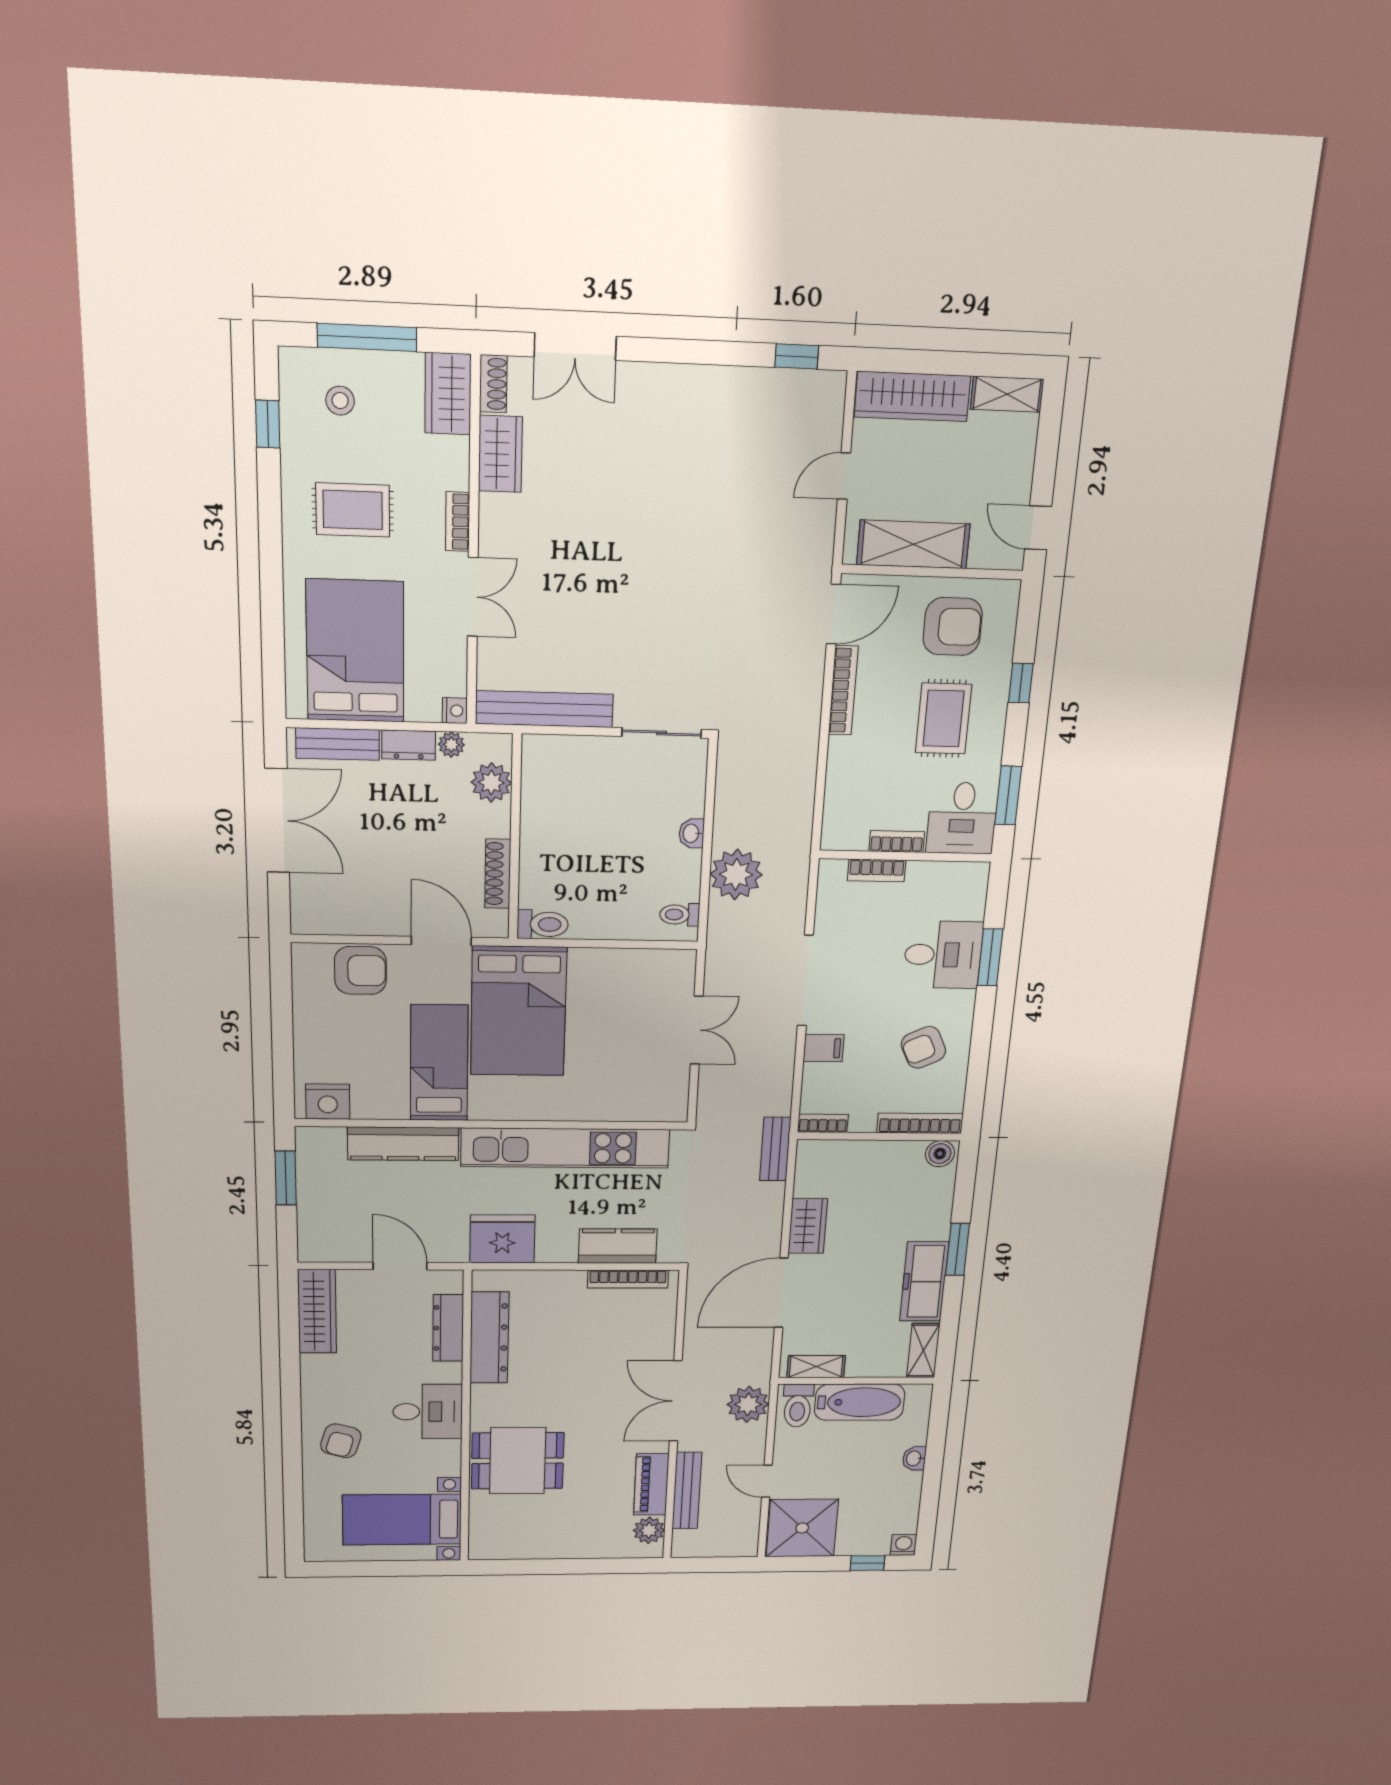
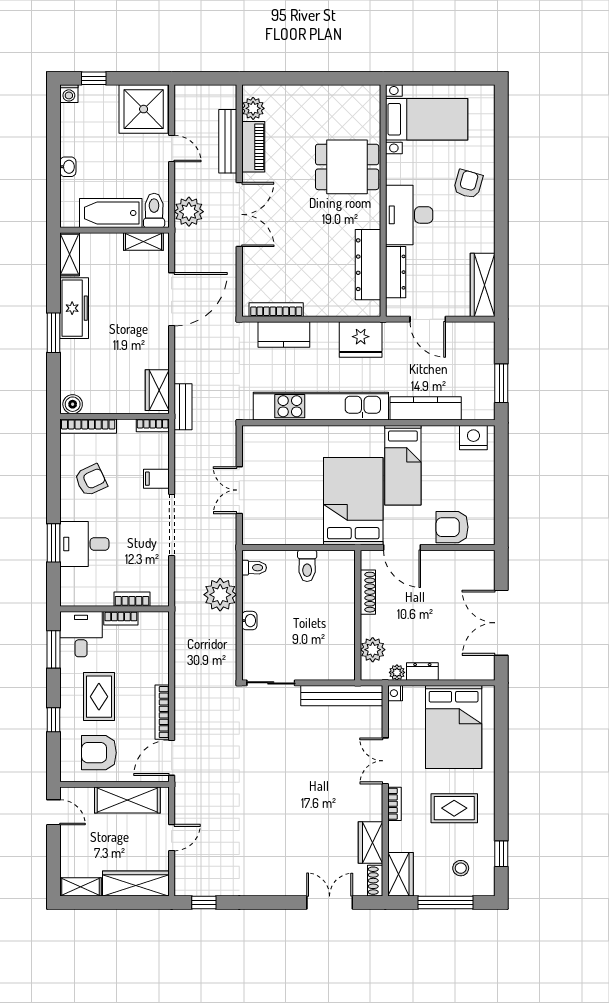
bench: (338, 744) -> (464, 671), removed
toilet: (543, 924) -> (307, 566), moved, turned -90
wardrobe: (808, 1226) -> (157, 390), moved
desk: (428, 1412) -> (409, 215), width x1.37

